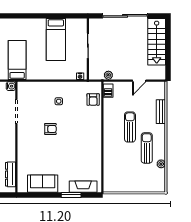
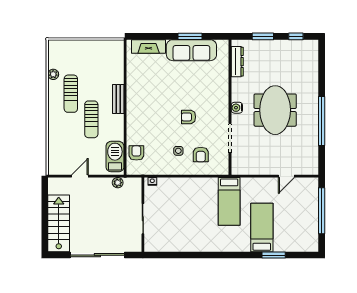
bed: (56, 40) -> (182, 226), removed
water cooler: (11, 86) -> (237, 108), moved
barbecue: (108, 91) -> (115, 157), width x1.88, depth x1.53
armchair: (40, 98) -> (201, 154), added
bench: (161, 112) -> (118, 99), moved
sofa: (43, 184) -> (191, 50), width x1.36
window: (71, 195) -> (190, 36), moved

